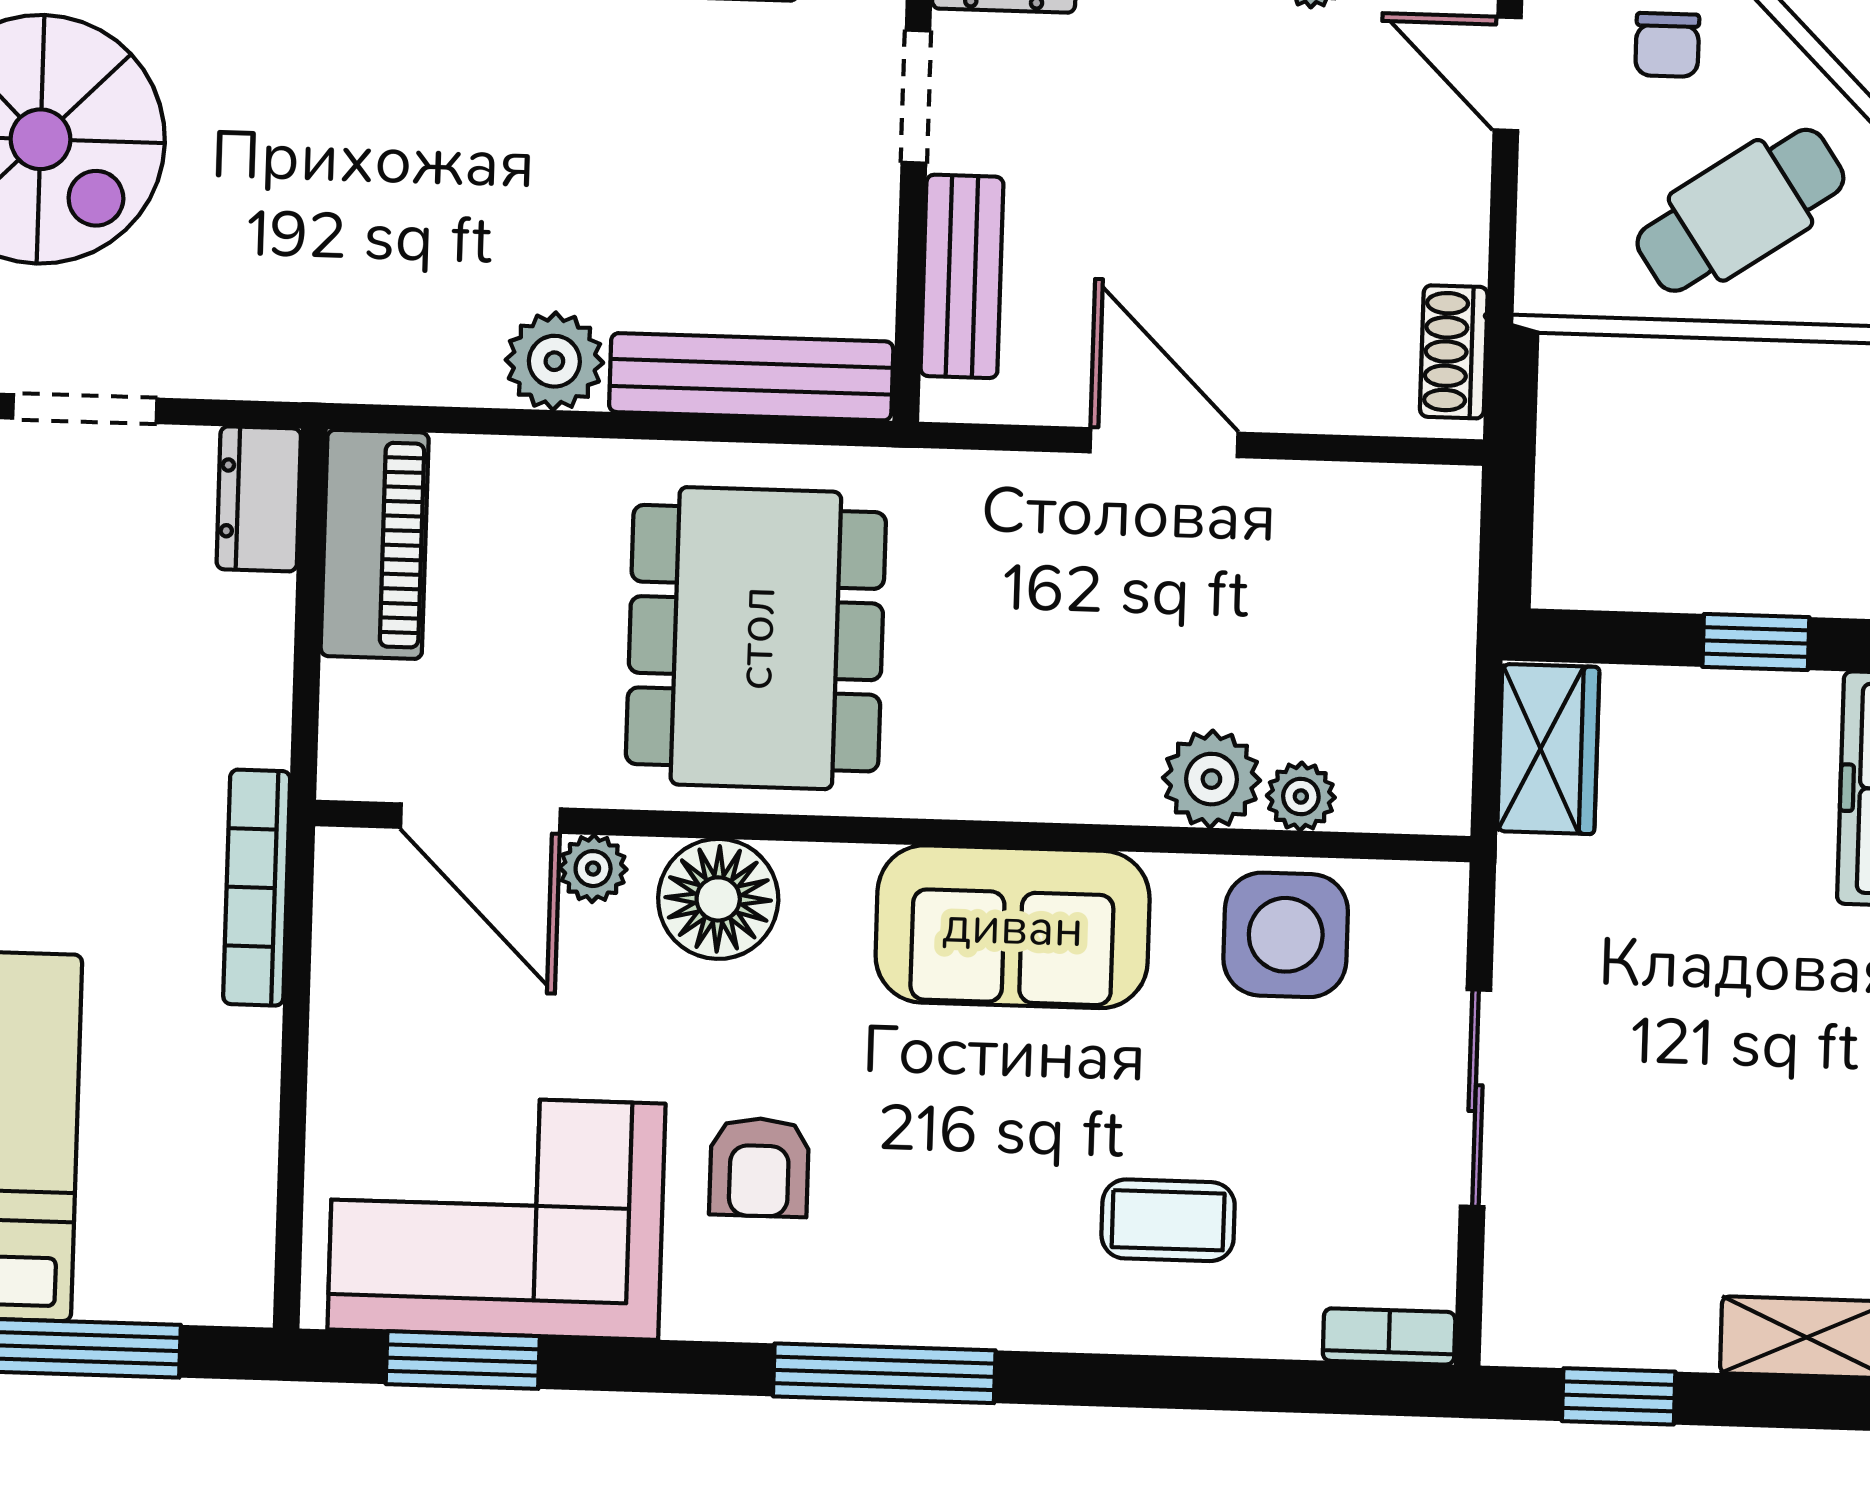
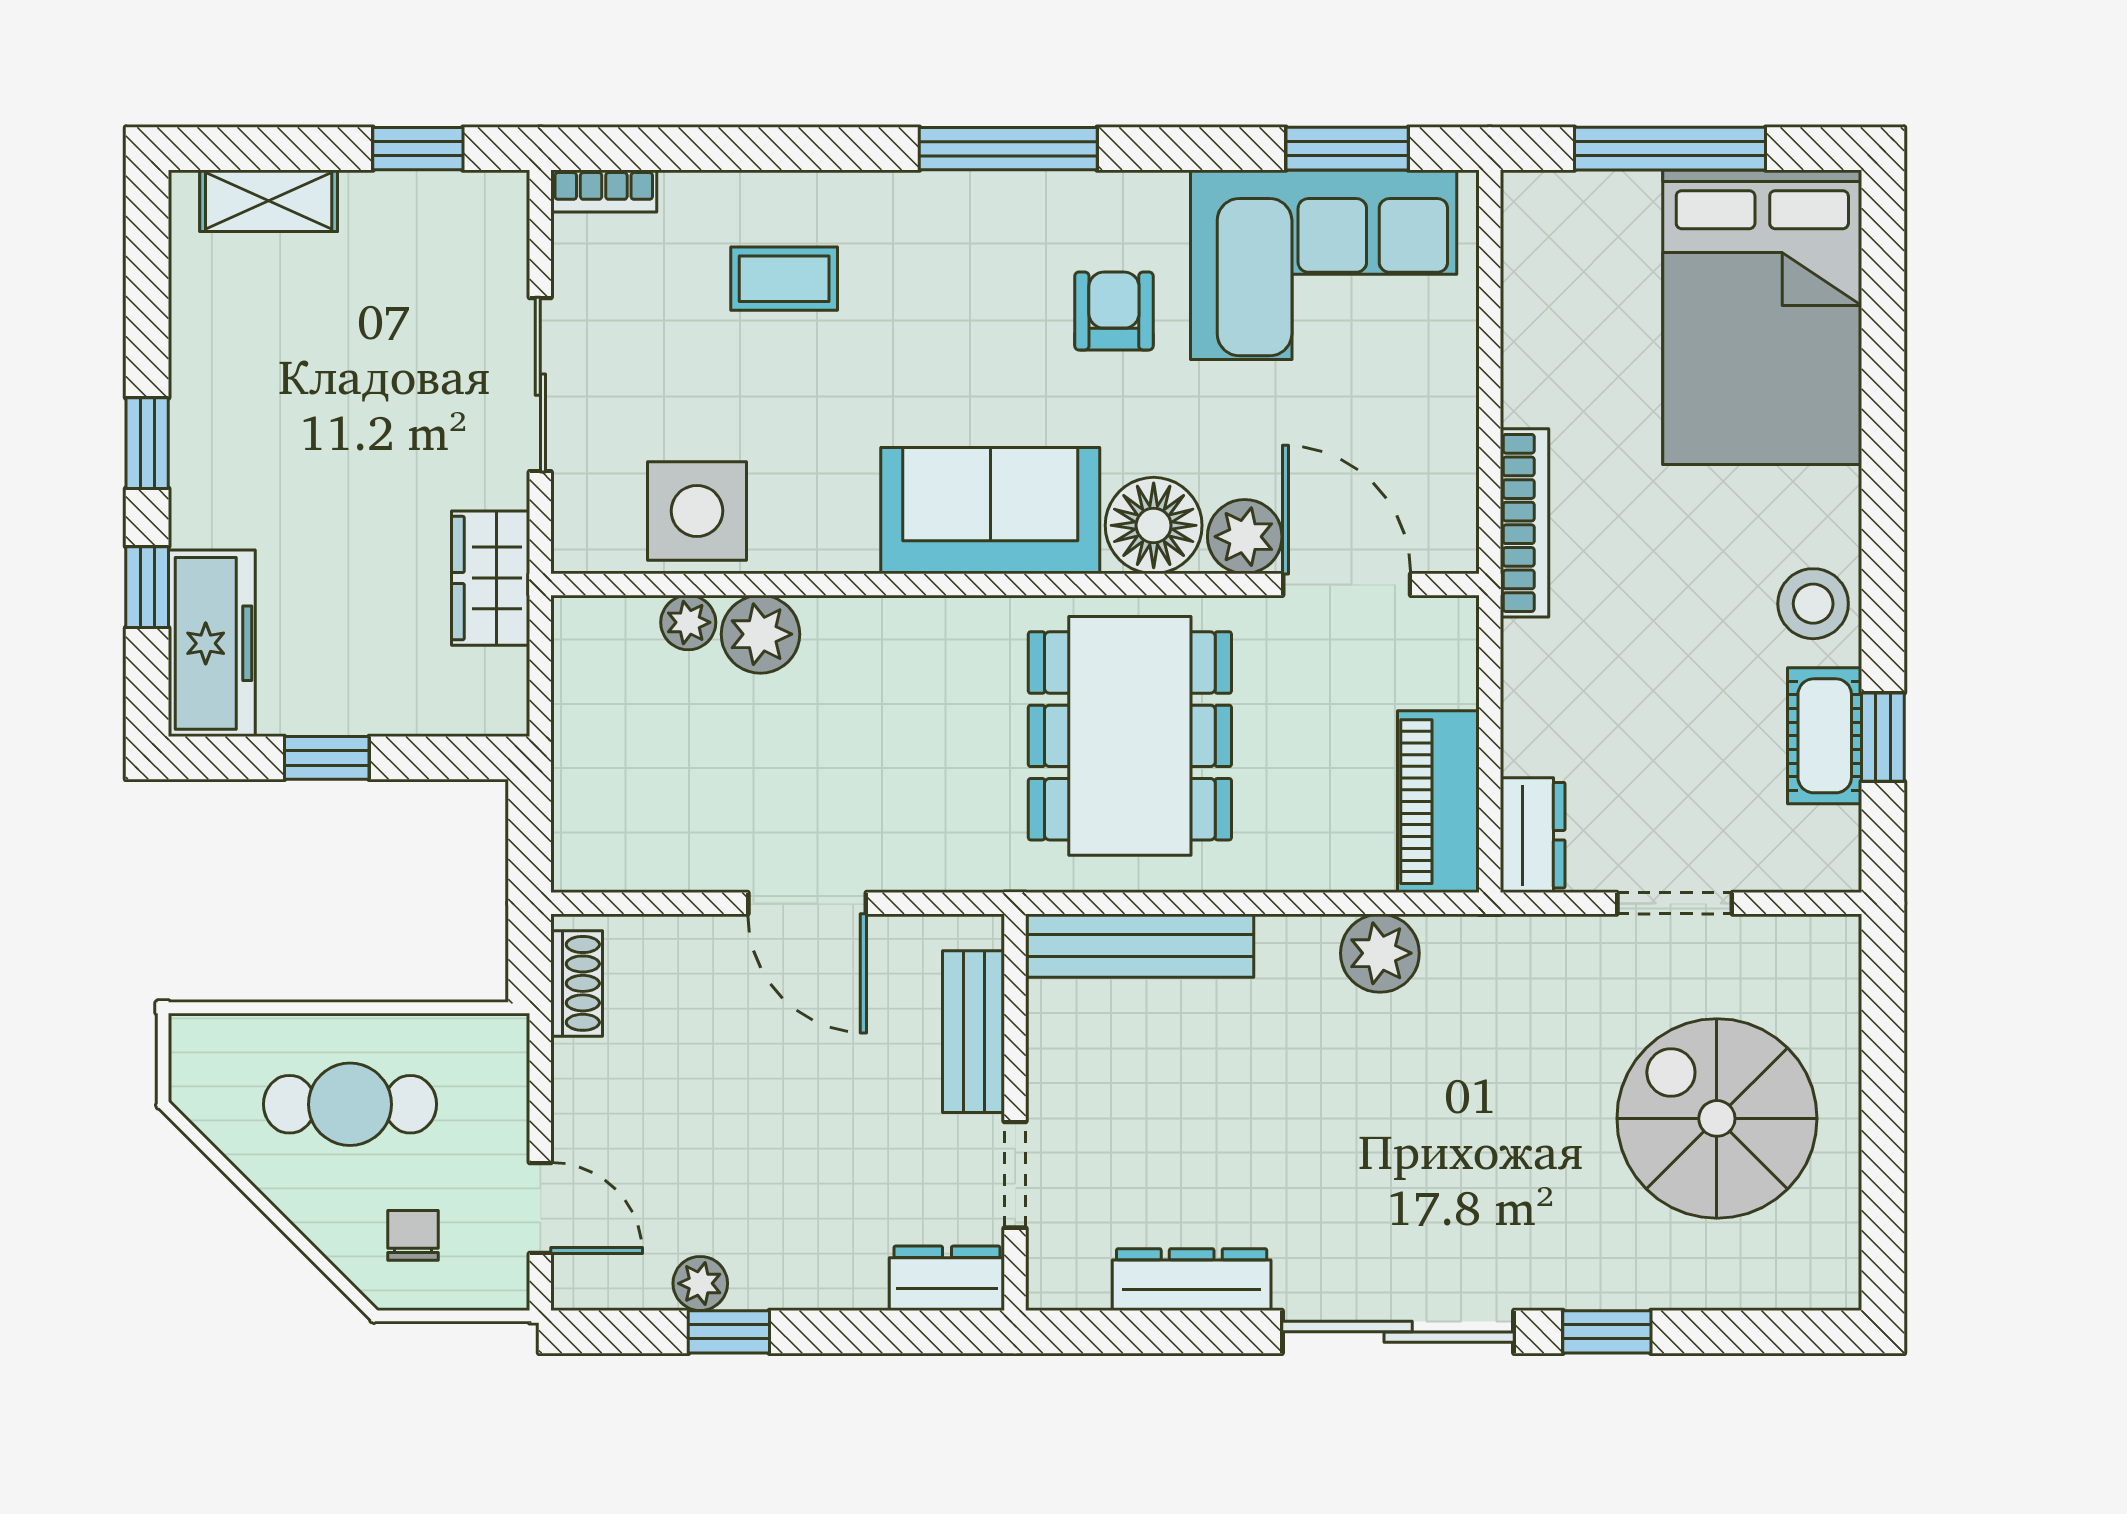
cafe table: (1740, 210) -> (350, 1104), turned 34
plant: (554, 361) -> (1380, 953), moved
wardrobe: (1548, 749) -> (491, 578), moved
plant: (593, 869) -> (1245, 537), width x1.38, depth x1.38
sofa: (1013, 927) -> (990, 511), moved

